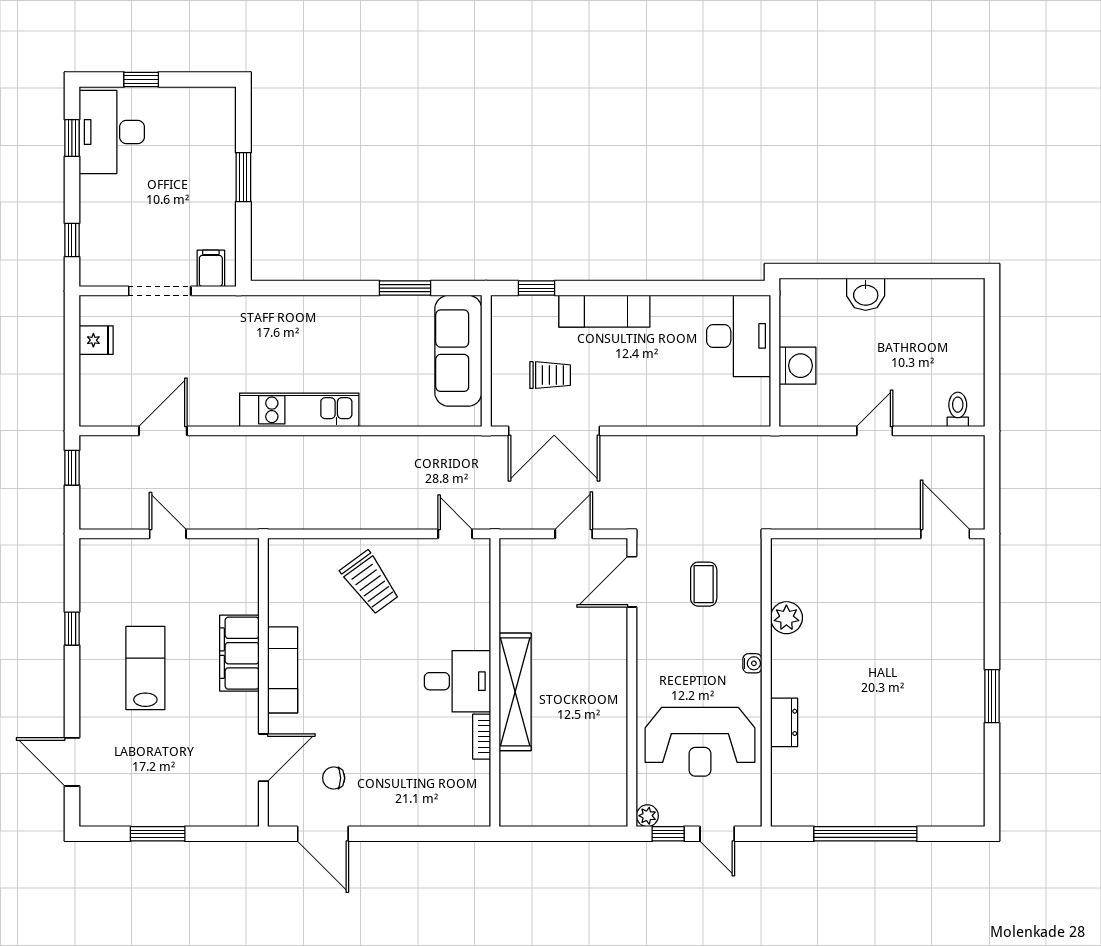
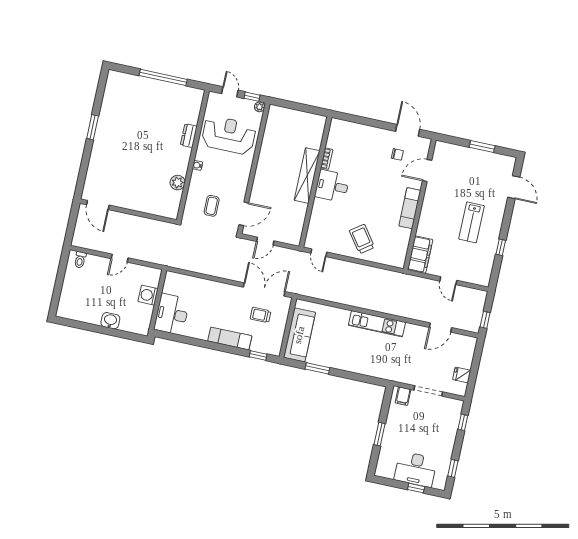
desk: (112, 132) -> (416, 469), moved, turned 90
filing cabinet: (239, 653) -> (420, 255), moved

